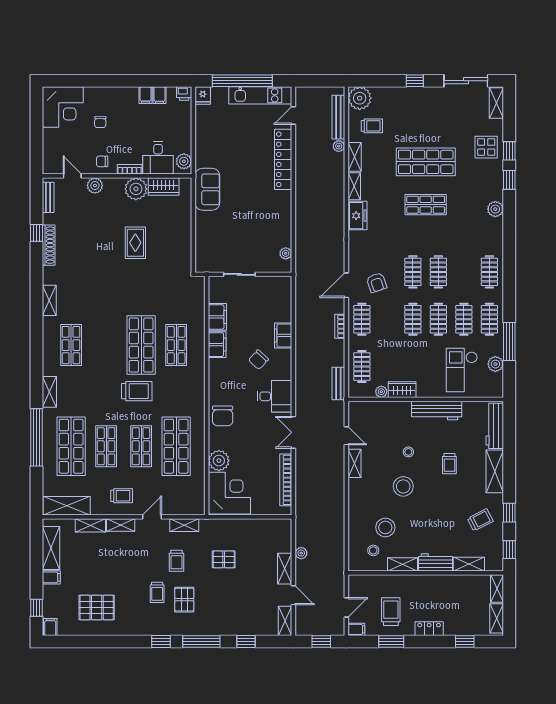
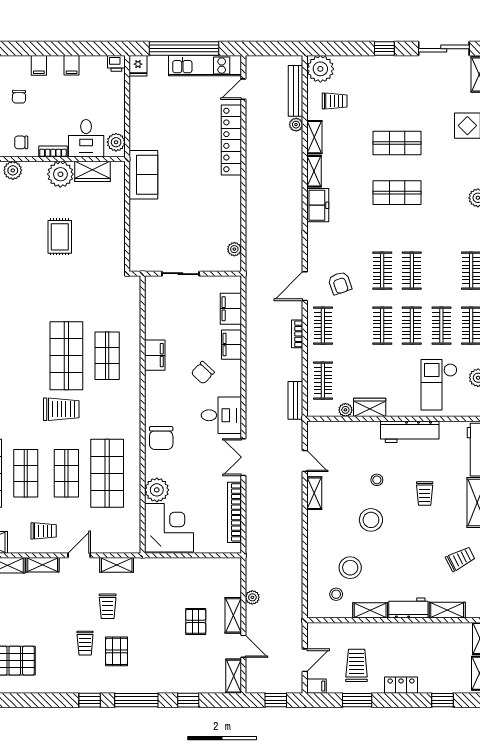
filing cabinet: (160, 95) -> (39, 65), moved
shop shelf: (426, 162) -> (397, 143), width x0.70, depth x0.74
filing cabinet: (217, 317) -> (231, 309), moved, turned 180
pallet: (224, 559) -> (196, 621), moved, turned 90

